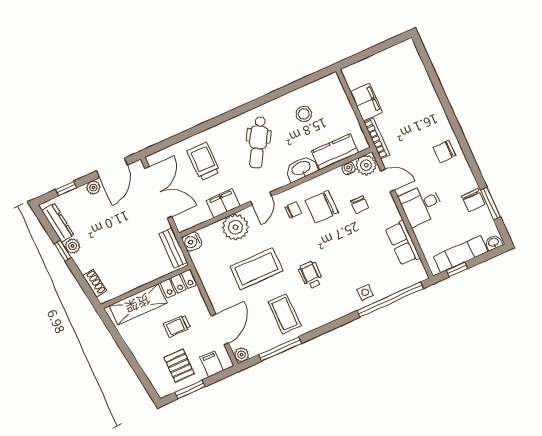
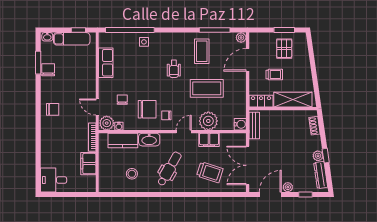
trolley: (203, 161) -> (210, 172), turned -72
desk: (421, 205) -> (54, 180), moved, turned 180
filing cabinet: (212, 364) -> (263, 40), removed

